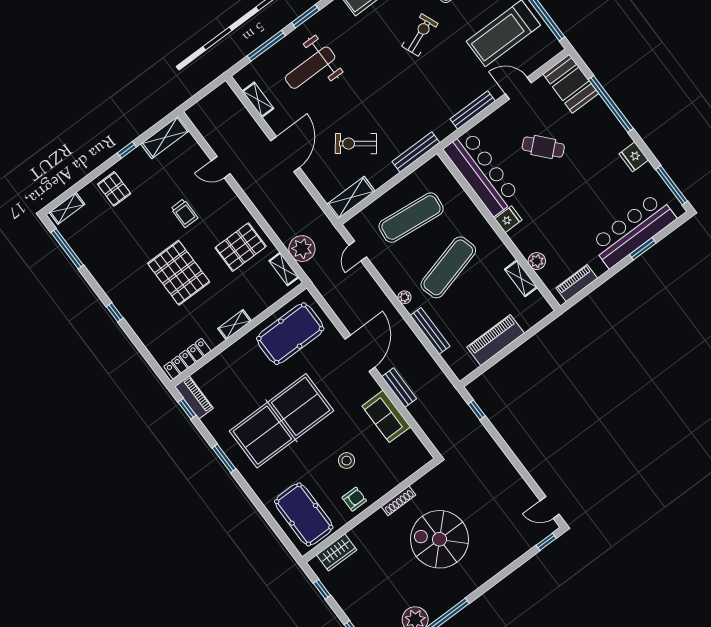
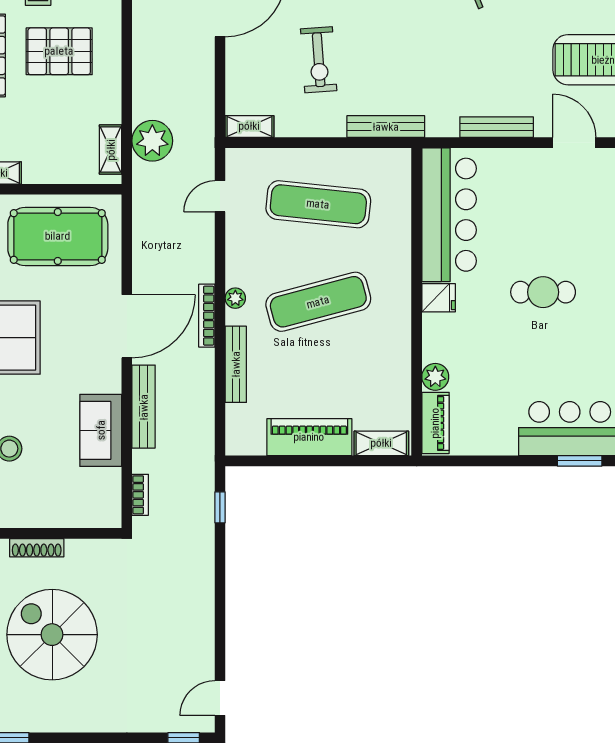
exercise bike: (356, 144) -> (319, 60), turned -131
cafe table: (543, 147) -> (543, 292), moved, turned -48
shelving: (351, 198) -> (249, 126), width x0.67, depth x0.75
pallet: (241, 247) -> (59, 51), moved
shelving: (521, 278) -> (381, 443), moved, turned 90
piano: (577, 283) -> (435, 423), moved, turned 90
bookcase: (397, 317) -> (207, 316), added
bench: (399, 388) -> (144, 407), width x1.36
bookcase: (431, 434) -> (140, 495), added
door: (550, 508) -> (220, 698), hinge flipped

